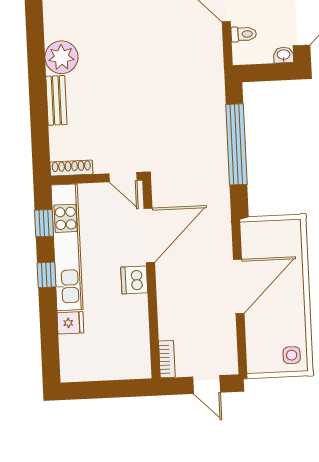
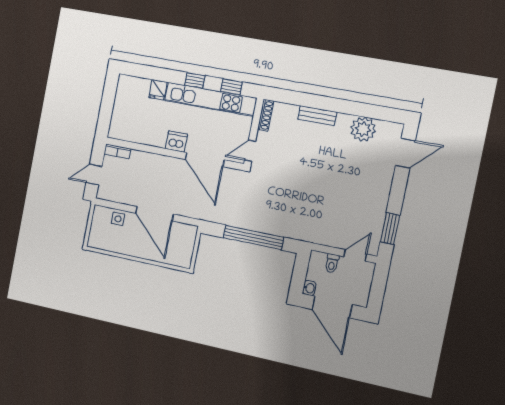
plant: (61, 57) -> (363, 129), moved
side table: (292, 355) -> (118, 219), moved

